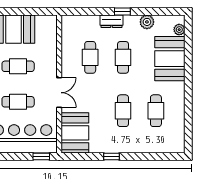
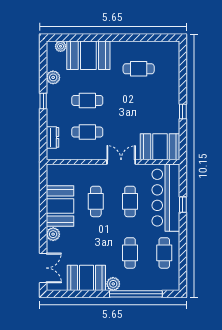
dresser: (112, 21) -> (52, 137), moved
cafe table: (123, 111) -> (139, 100), removed
window: (41, 157) -> (183, 205), moved

